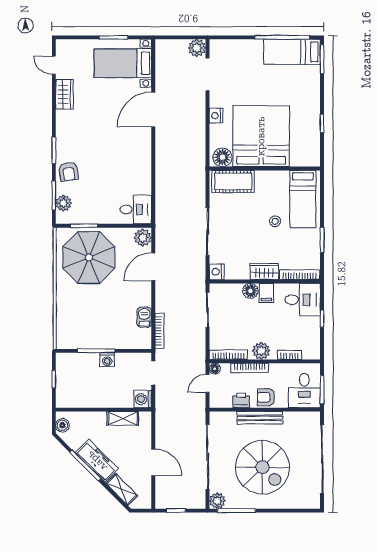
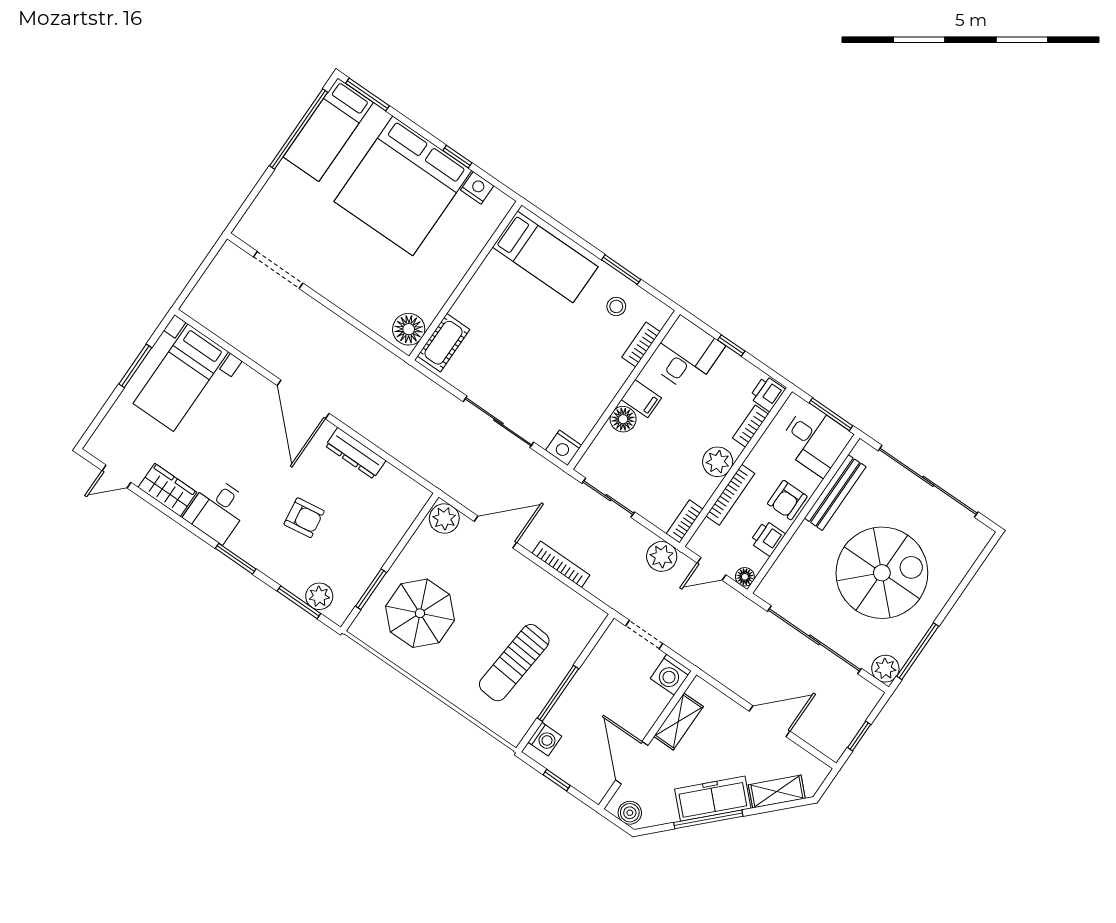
plant: (197, 48) -> (662, 556), moved
door: (153, 109) -> (303, 399), moved
nightstand: (216, 116) -> (477, 188), moved, turned 180
bed: (261, 136) -> (403, 186), moved, turned -90
armchair: (69, 172) -> (304, 518), moved
dresser: (145, 173) -> (356, 453), added
cot: (233, 181) -> (444, 343), width x0.73, depth x0.75
desk: (136, 209) -> (217, 510), moved, turned 180
stool: (275, 221) -> (616, 306), moved
parasol: (89, 257) -> (420, 613), width x0.73, depth x0.73
door: (153, 267) -> (495, 532), swing flipped
wardrobe: (264, 271) -> (609, 381), removed
bookcase: (300, 275) -> (641, 344), width x0.64
barbecue: (144, 317) -> (557, 593), removed
sun lounger: (96, 319) -> (514, 663), added
bookcase: (160, 331) -> (561, 564), moved
printer: (311, 352) -> (767, 393), added
bookcase: (228, 355) -> (685, 521), width x0.64
washing machine: (107, 360) -> (545, 739), moved
floor lamp: (215, 369) -> (745, 577), moved
door: (208, 384) -> (711, 569), hinge flipped
door: (87, 410) -> (632, 763), added
bench: (260, 418) -> (835, 492), moved

